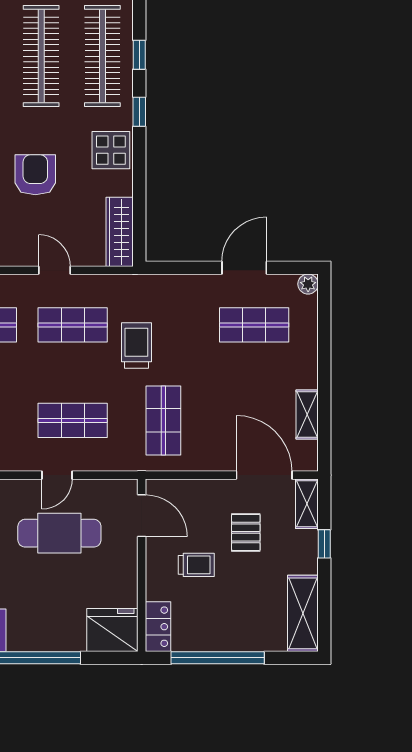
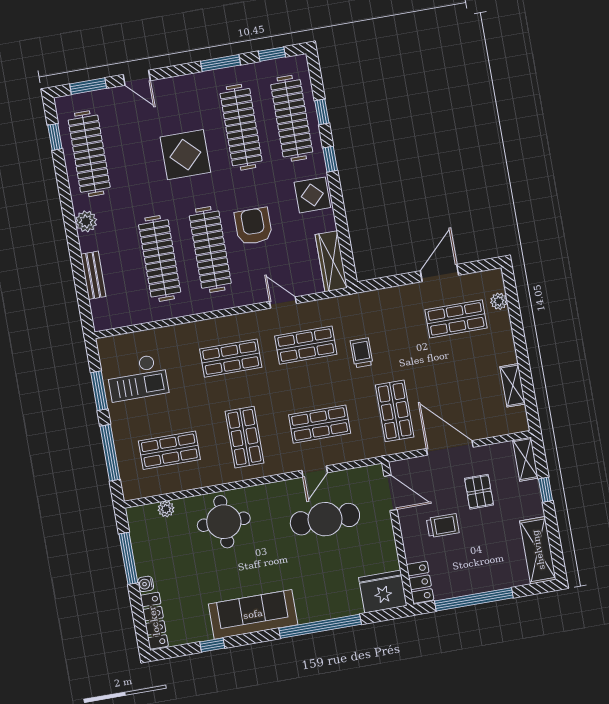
plant: (308, 284) -> (499, 301), moved
trolley: (136, 345) -> (362, 353), width x0.73, depth x0.72
door: (264, 475) -> (450, 448), moved

